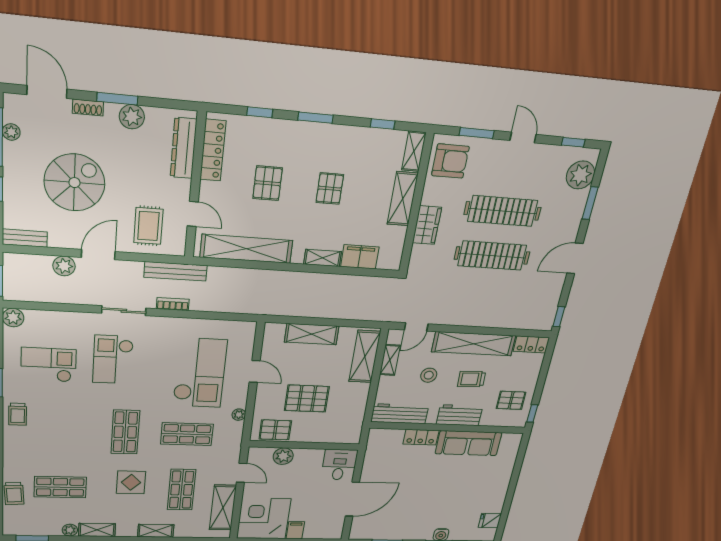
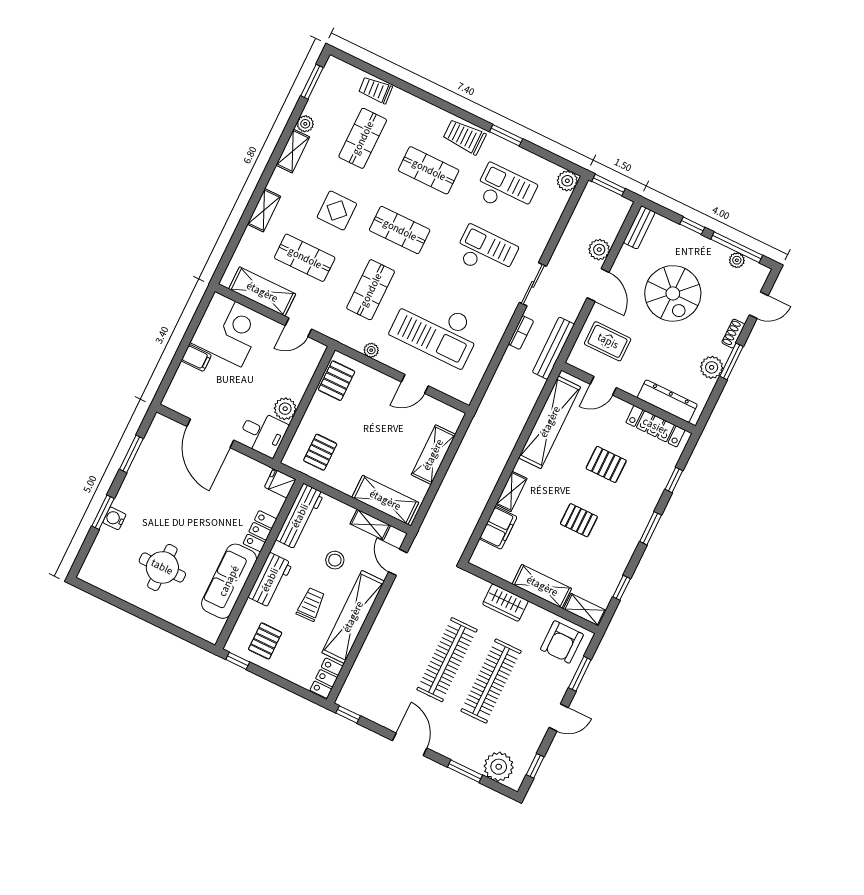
door: (47, 92) -> (759, 305), width x0.73
checkout: (48, 365) -> (505, 190), turned -90
pallet: (307, 399) -> (320, 452), moved, width x0.67, depth x0.71
trolley: (18, 414) -> (464, 137), width x1.36, depth x1.39
shop shelf: (62, 430) -> (429, 170), added
plant: (283, 456) -> (285, 409), moved
round table: (470, 491) -> (162, 567), added
fridge: (490, 521) -> (280, 483), moved, turned -90

